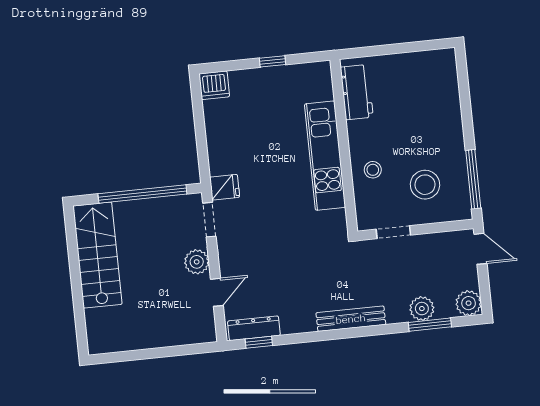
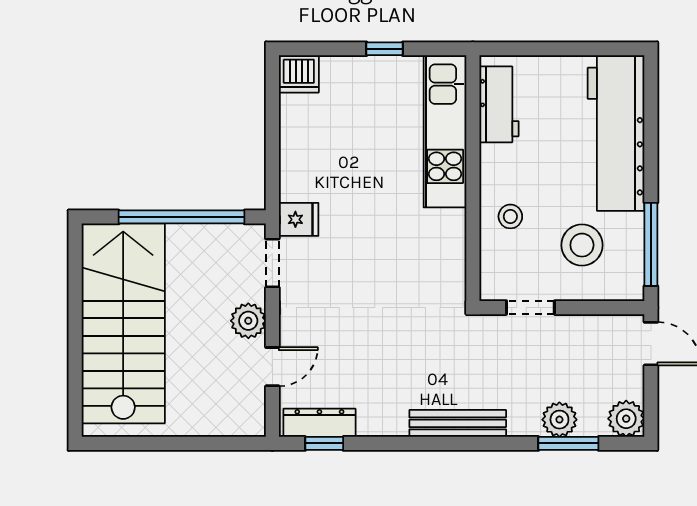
workbench: (441, 104) -> (616, 133), added
kitchen unit: (325, 156) -> (445, 131), moved
stairs: (97, 255) -> (123, 323), width x1.36, depth x1.51

